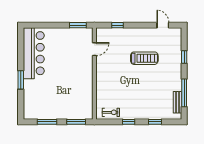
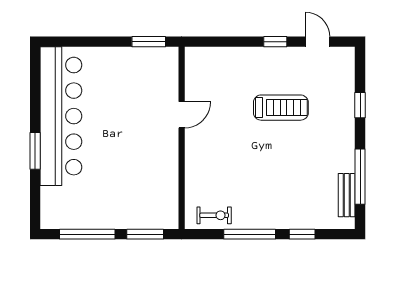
window: (117, 25) -> (275, 42), moved
door: (94, 49) -> (182, 115), moved
bar counter: (34, 53) -> (61, 116), width x1.36
window: (47, 122) -> (87, 234), width x1.44
window: (129, 122) -> (250, 234), width x2.17

